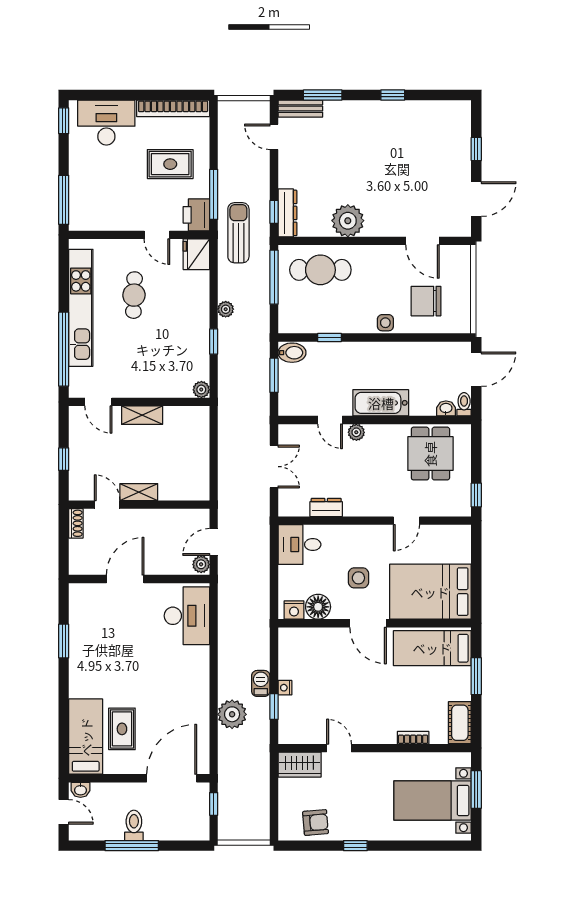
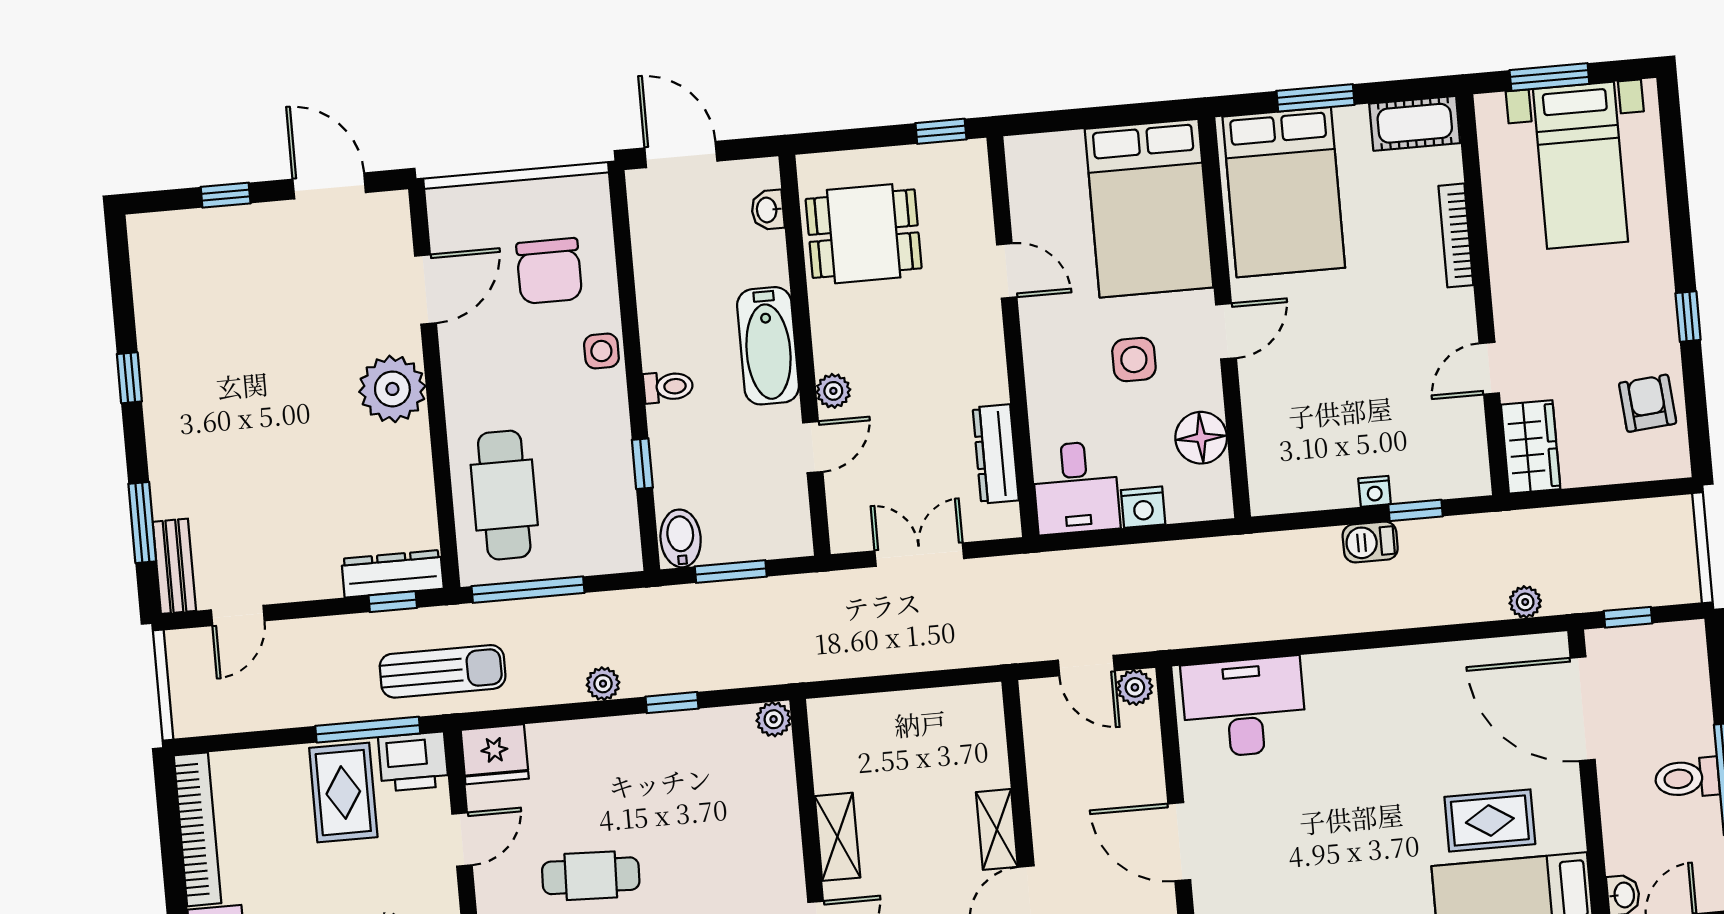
rug: (170, 164) -> (343, 793), moved
plant: (348, 221) -> (392, 389), moved
sun lounger: (238, 233) -> (443, 671), turned 180
toilet: (464, 404) -> (668, 387), moved, turned 180
dresser: (326, 507) -> (996, 454), width x1.44
nightstand: (294, 610) -> (1143, 507), moved, turned 90
door: (368, 623) -> (1226, 331), width x0.73
bed: (432, 648) -> (1284, 192), width x1.50
plant: (232, 714) -> (1525, 602), moved, width x0.53, depth x0.53
bookcase: (413, 738) -> (1456, 235), width x1.56

